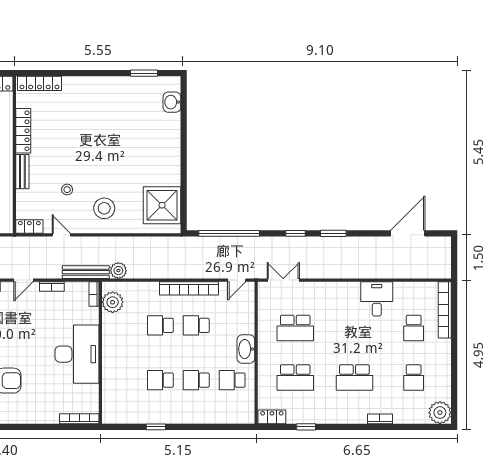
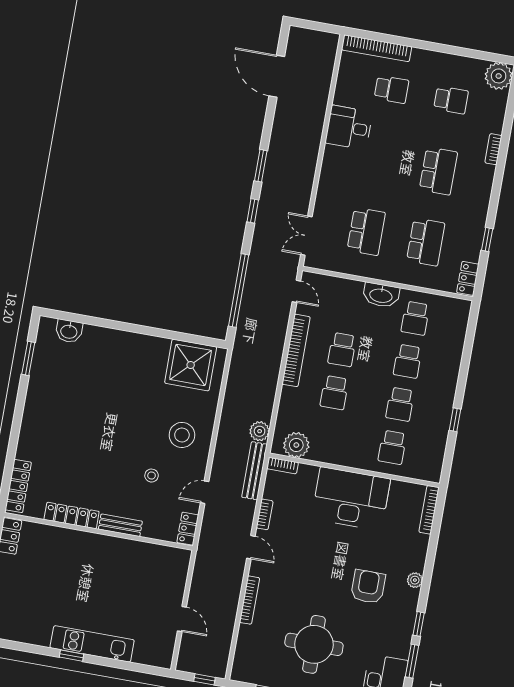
school desk: (124, 380) -> (392, 447), added
plant: (20, 417) -> (415, 580), added

